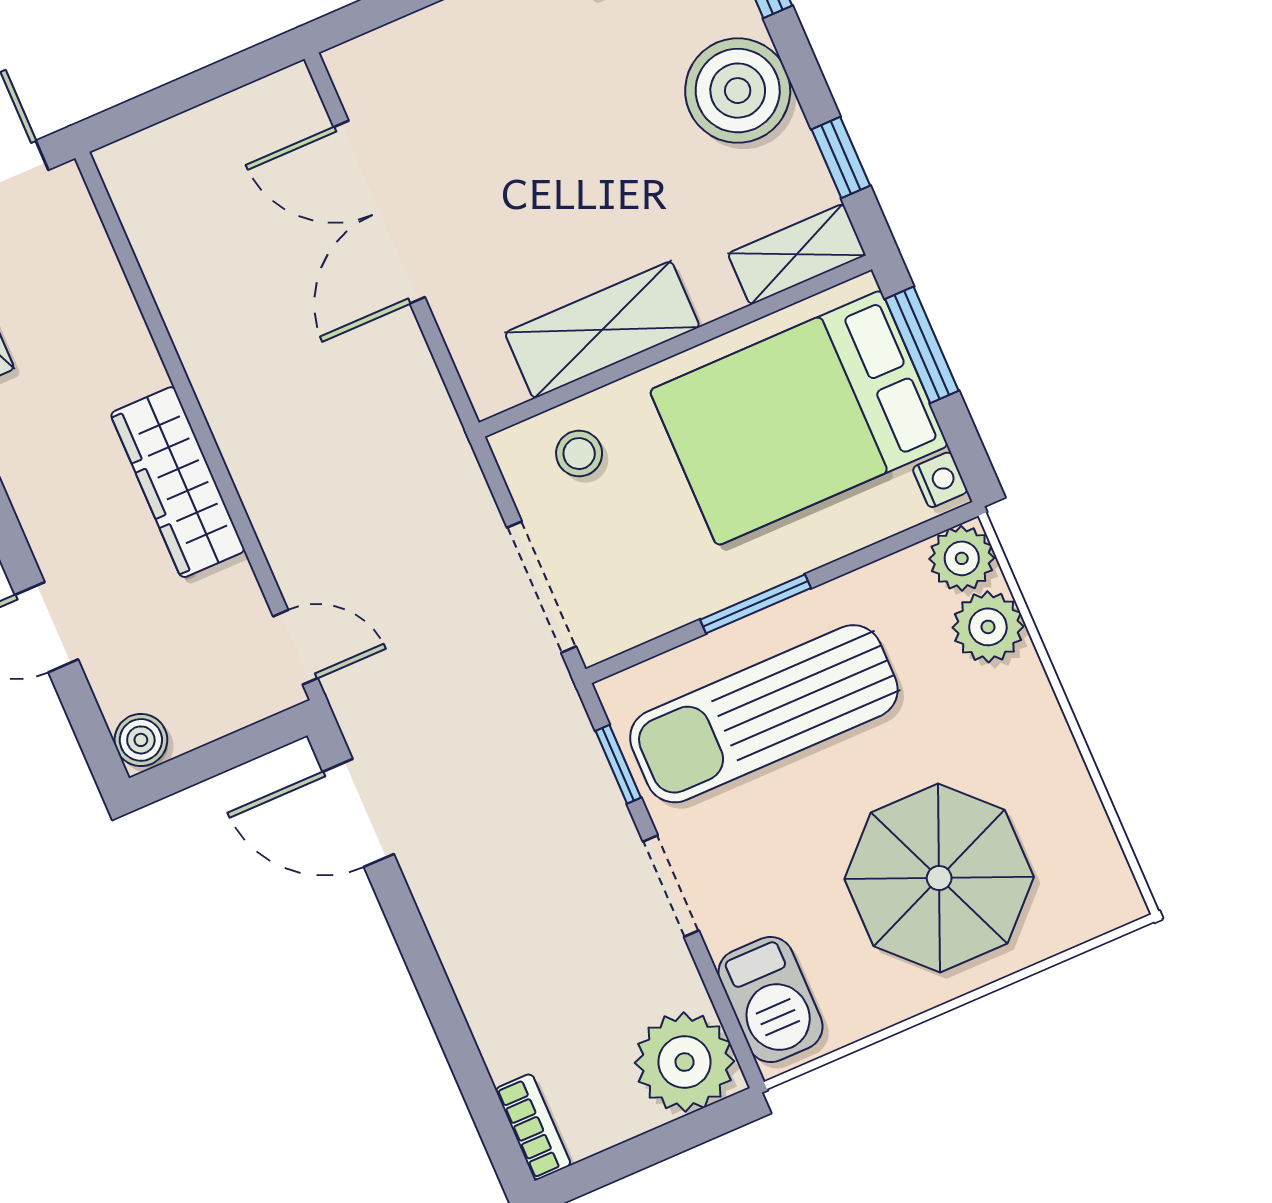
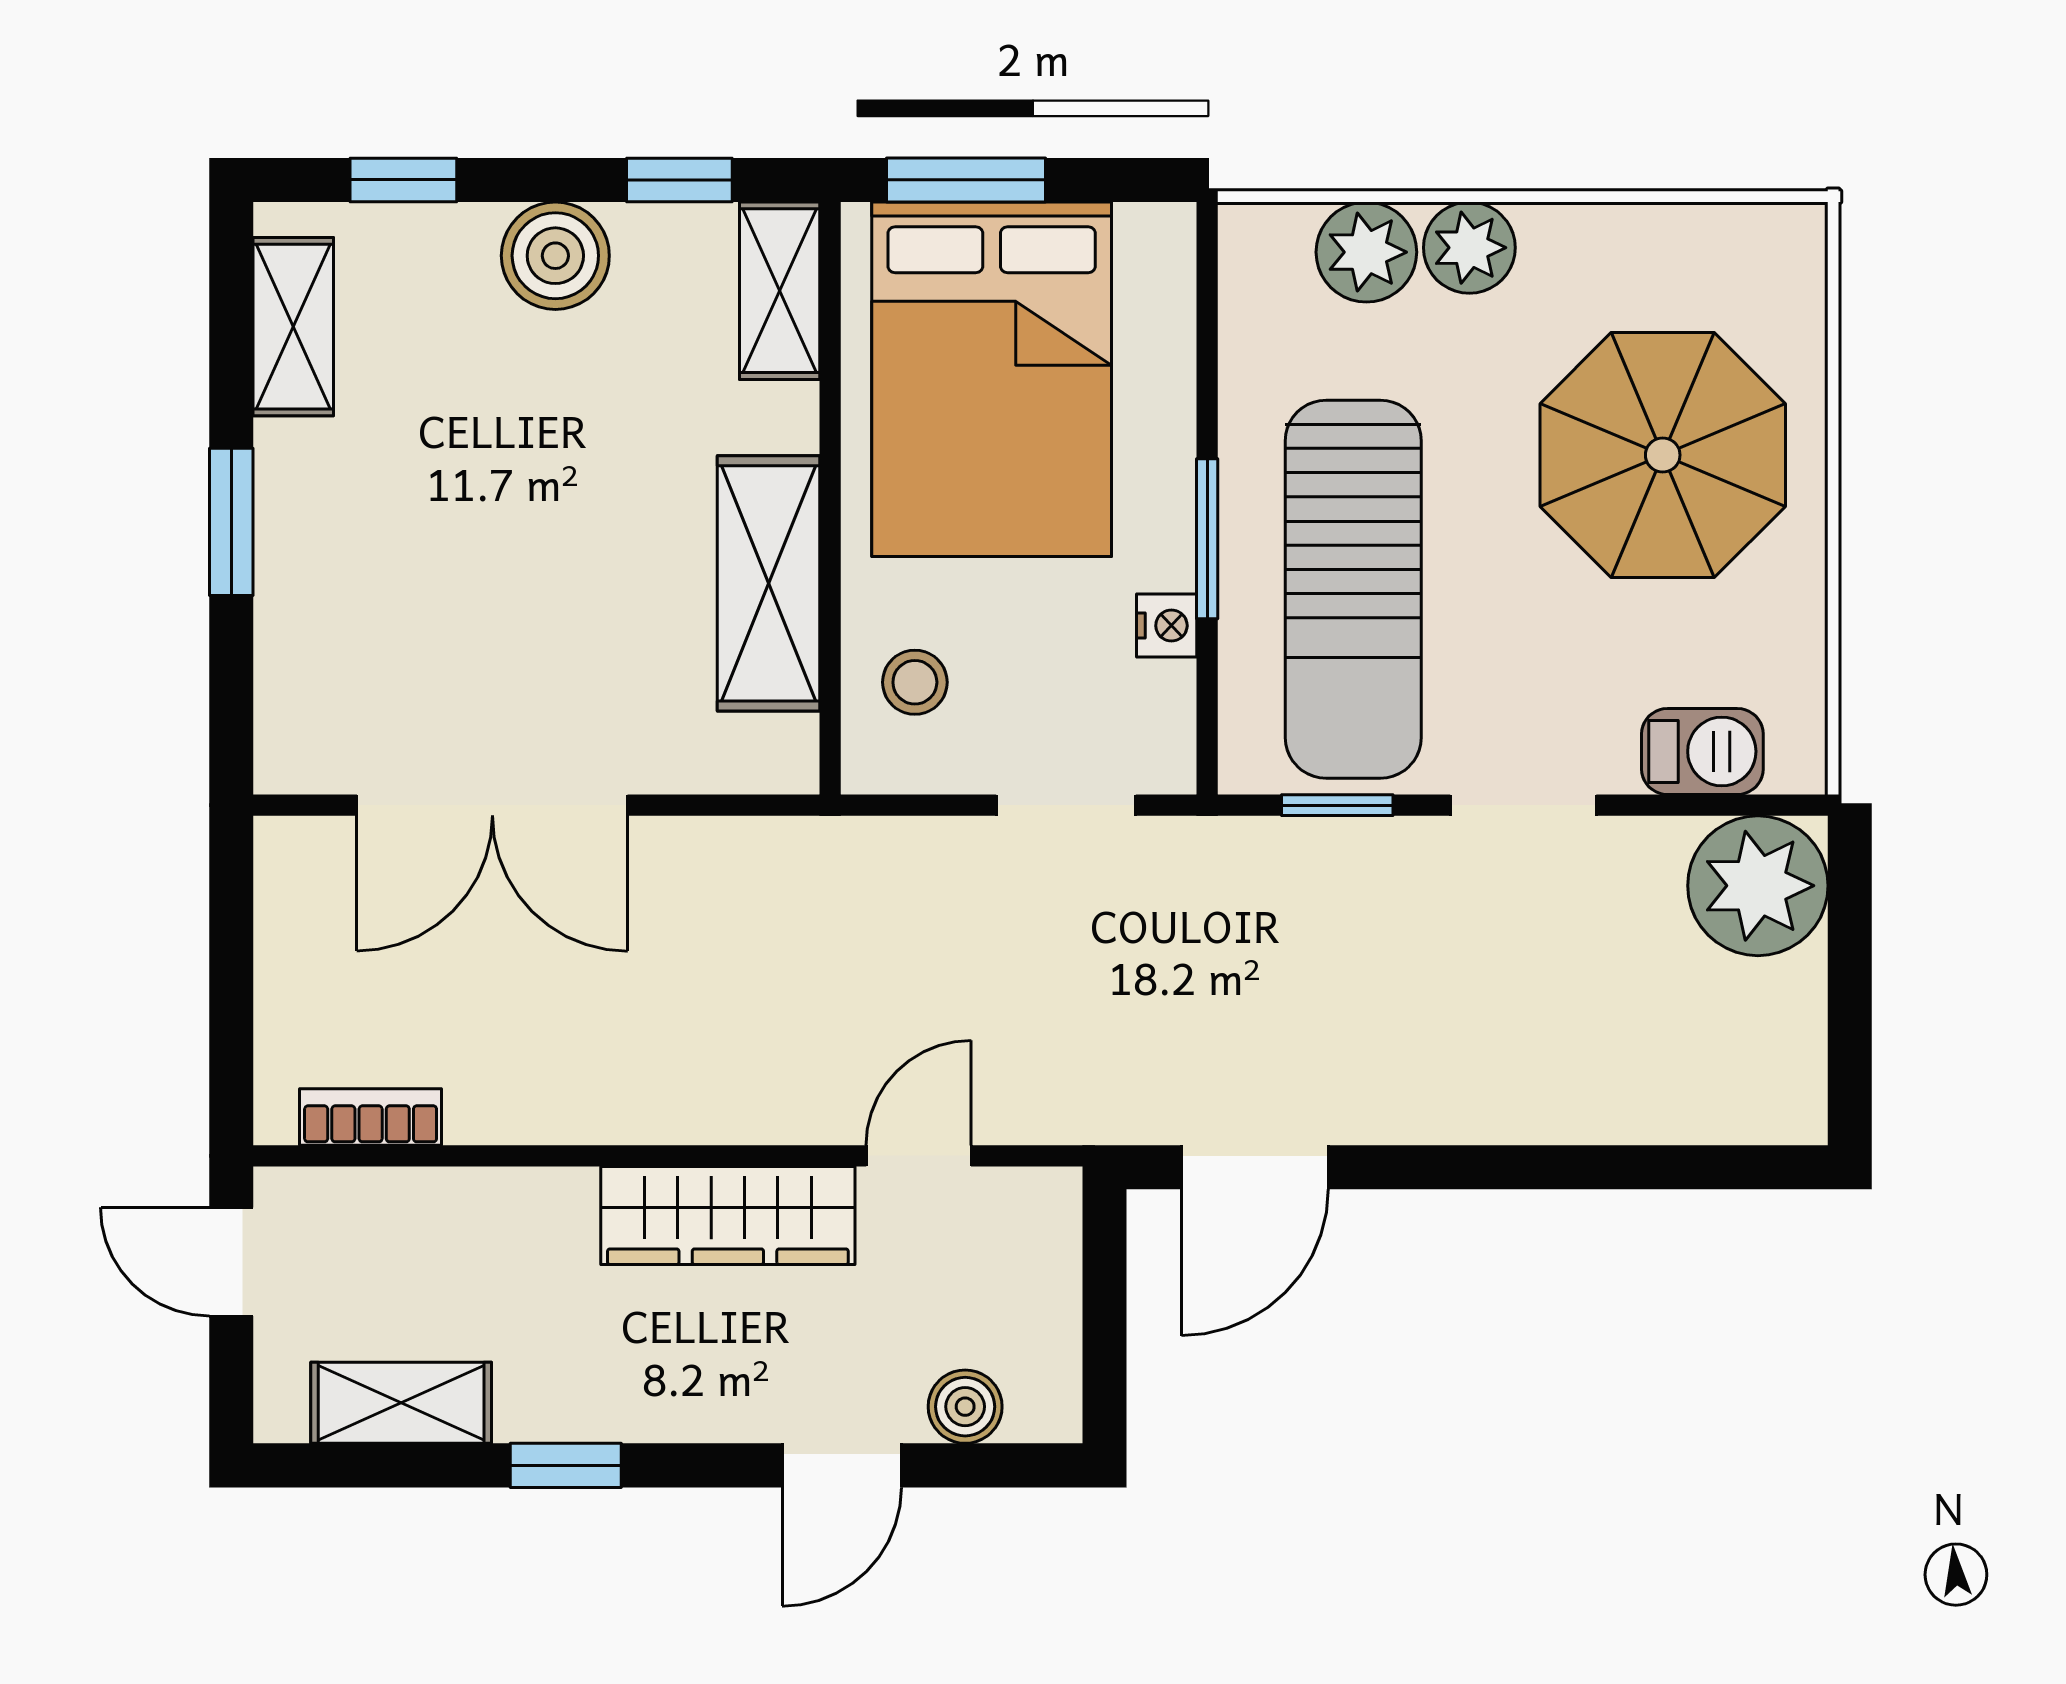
boiler: (738, 91) -> (555, 256), width x0.73, depth x0.73
nightstand: (940, 480) -> (1167, 626), moved, turned 90
plant: (962, 558) -> (1469, 248), moved
doorway: (542, 587) -> (1066, 805), width x0.73
door: (295, 647) -> (919, 1156), moved
boiler: (141, 740) -> (965, 1407), moved
barbecue: (771, 1000) -> (1702, 751), width x0.73, depth x0.79
bookcase: (533, 1127) -> (371, 1117), moved

